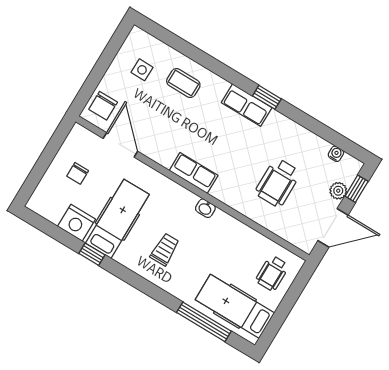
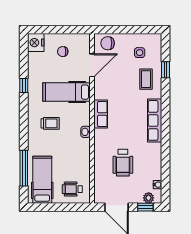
window: (267, 97) -> (166, 70), moved
row of seats: (247, 105) -> (155, 120), width x1.48
wheelchair: (278, 183) -> (123, 163), turned -90
plant: (338, 191) -> (149, 198), moved
hospital bed: (117, 219) -> (67, 92), moved, turned 180
nightstand: (76, 223) -> (36, 43), moved

